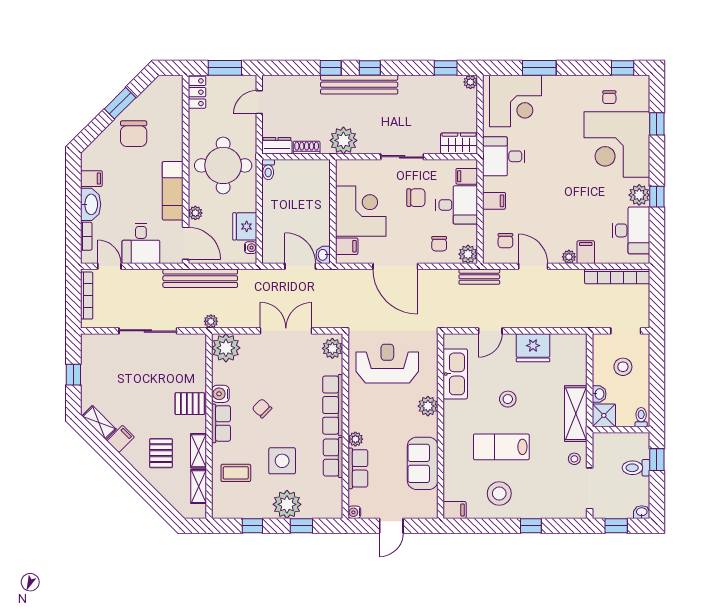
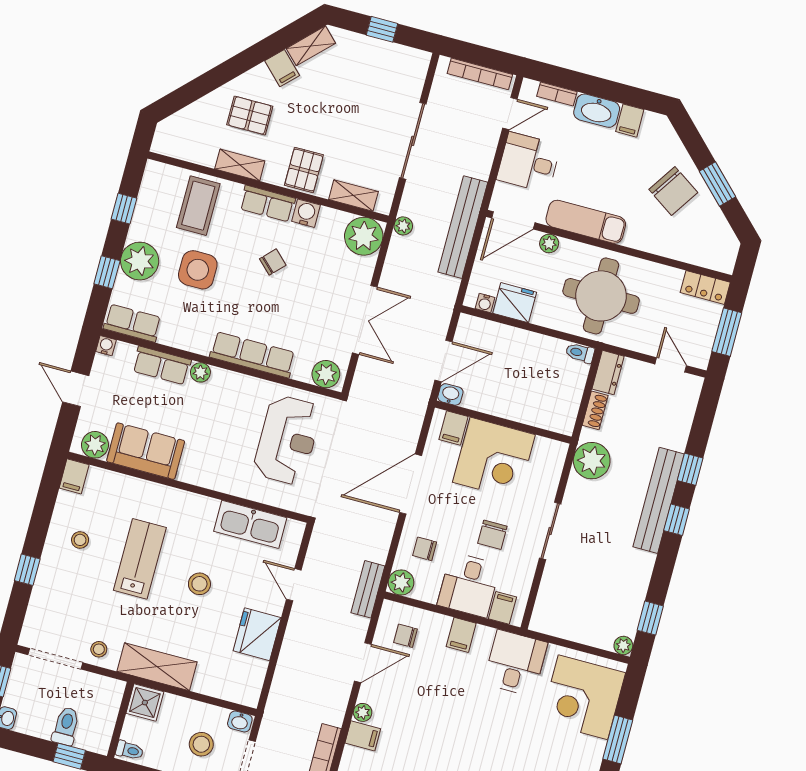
chair: (134, 134) -> (673, 191), turned -146
wardrobe: (459, 143) -> (548, 609), removed
washbasin: (599, 394) -> (240, 721), moved
plant: (428, 406) -> (95, 445), moved
row of seats: (333, 458) -> (132, 323), moved
coffee table: (236, 473) -> (198, 206), width x1.36, depth x1.30
shelving: (199, 487) -> (353, 195), moved
stool: (499, 493) -> (80, 540), width x0.53, depth x0.53

